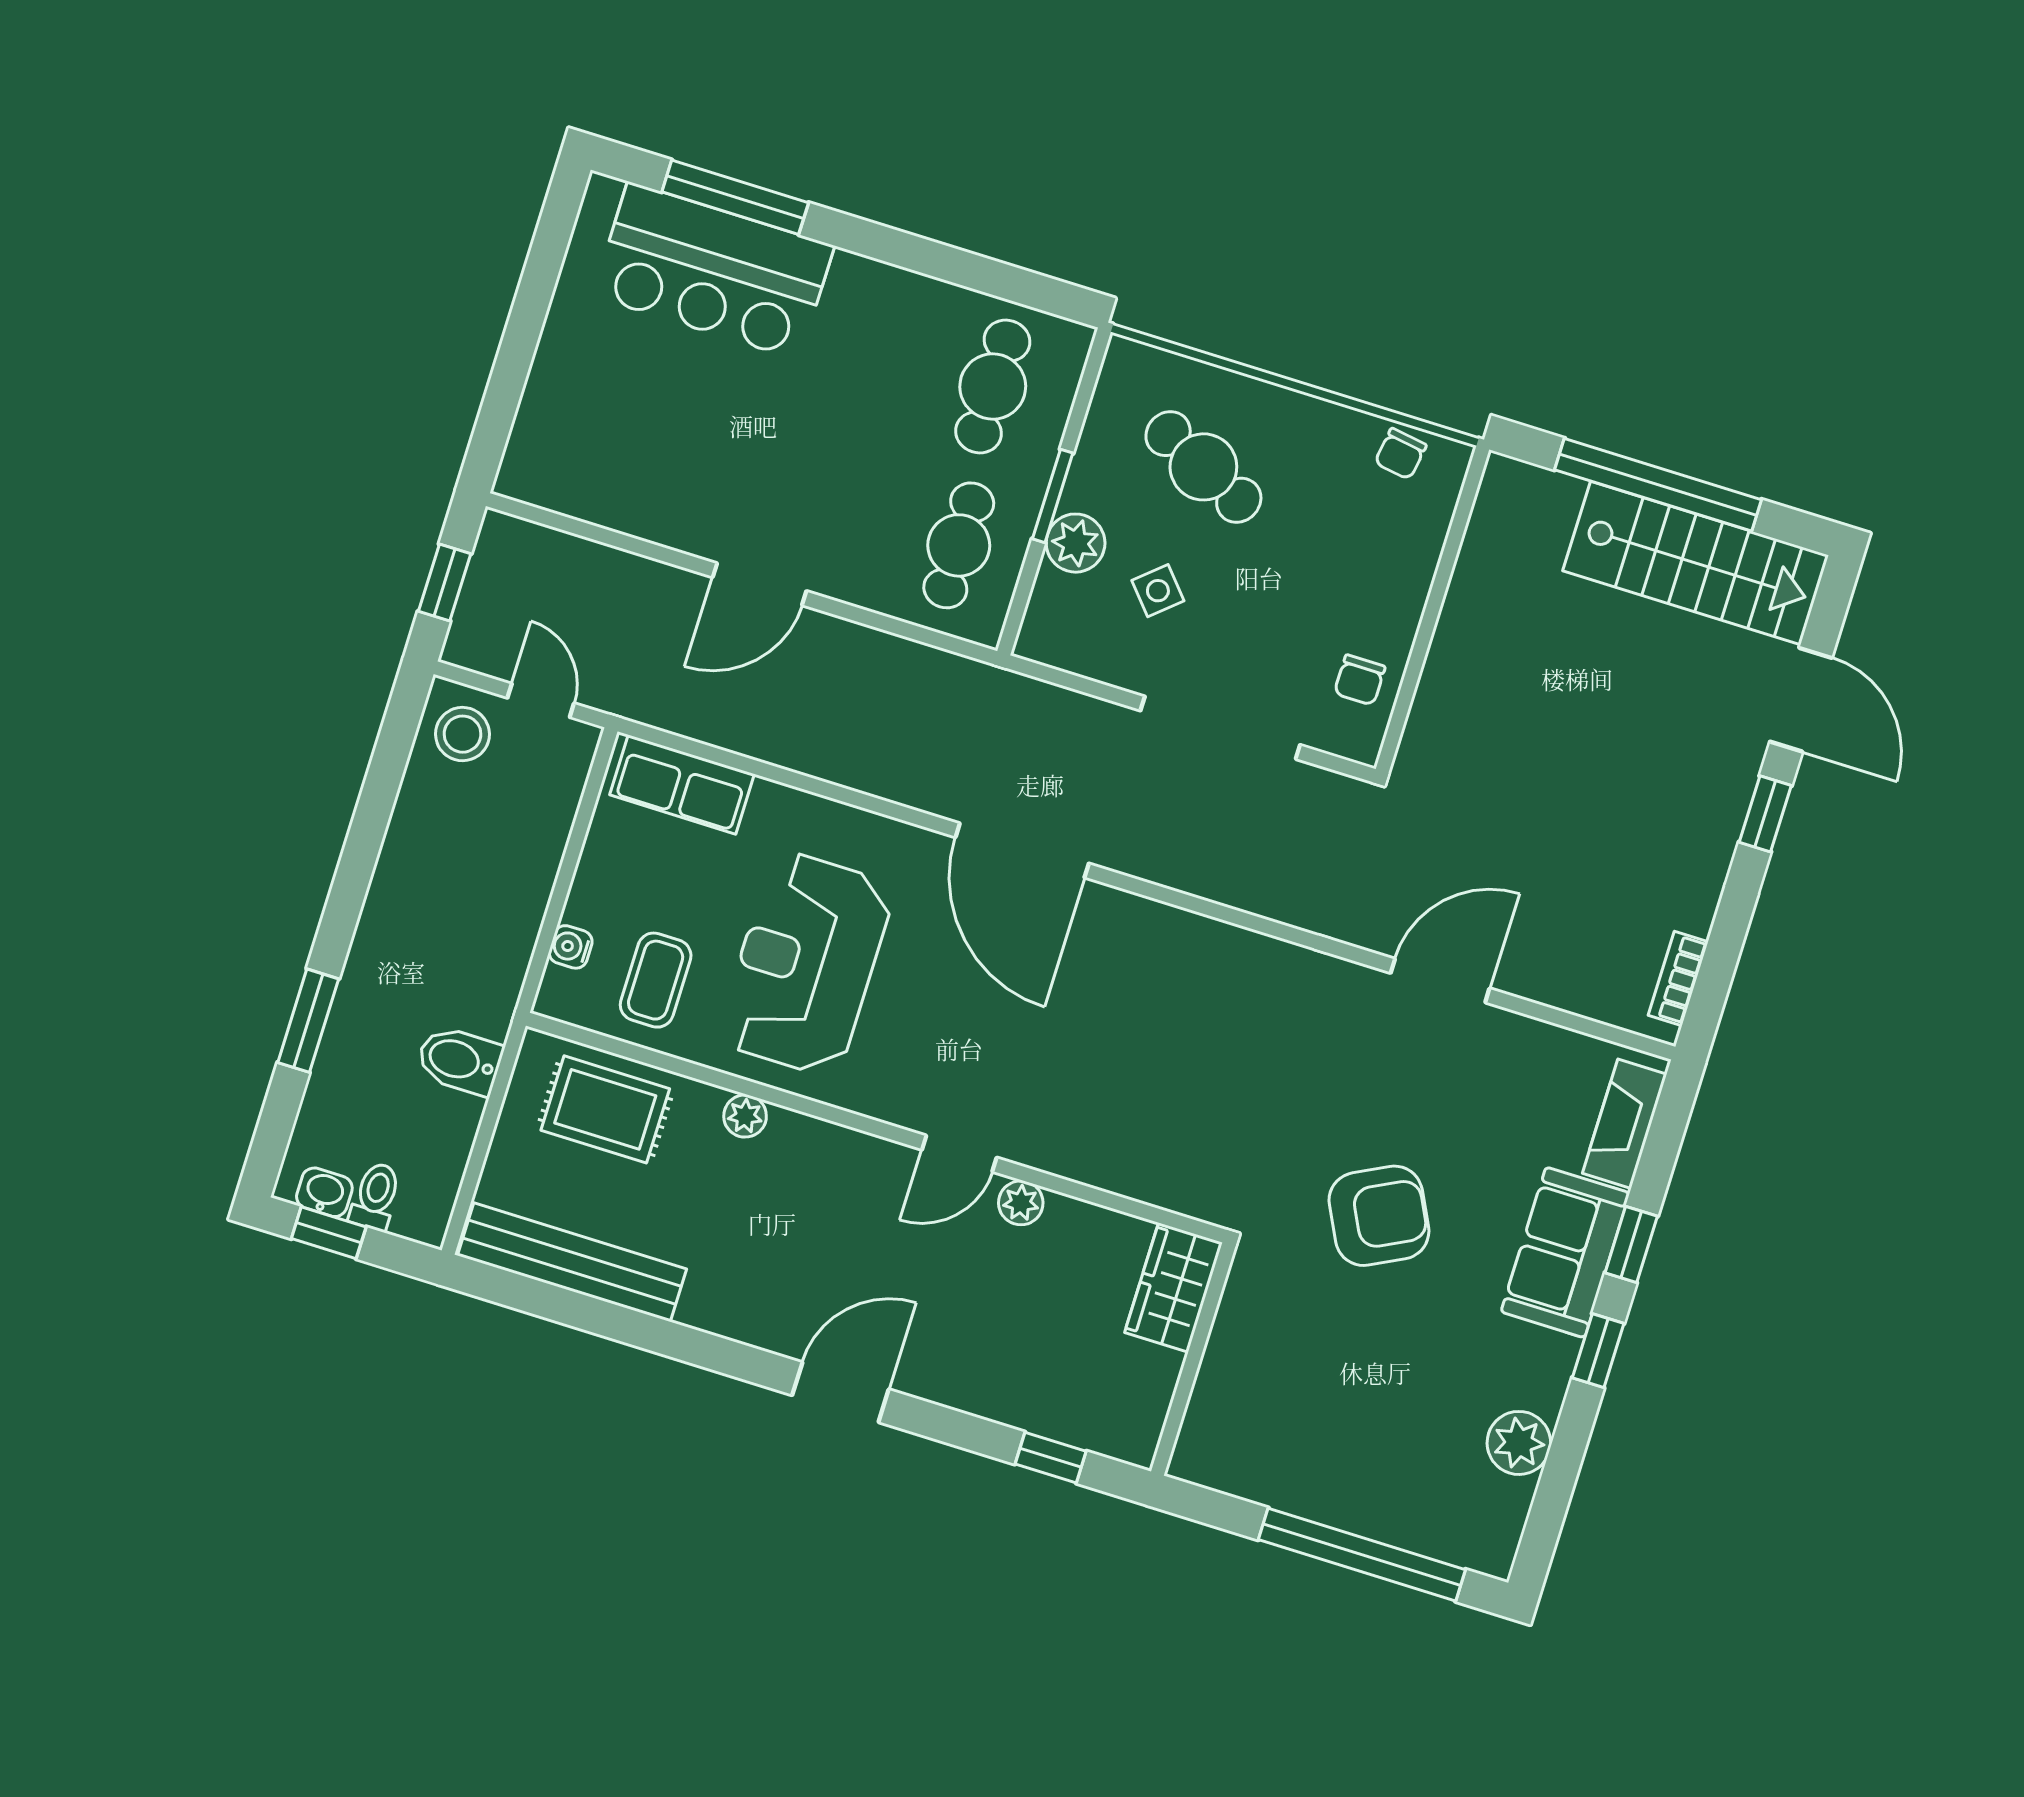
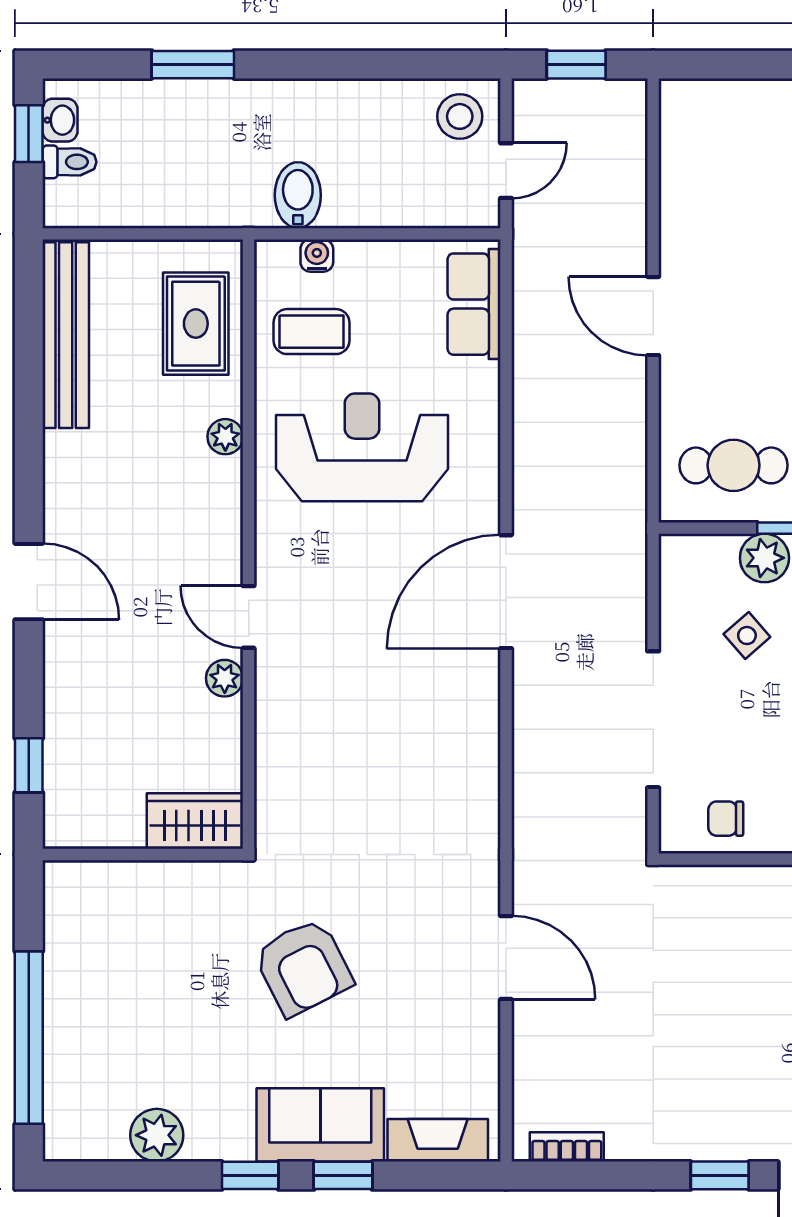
bidet: (460, 1060) -> (298, 195), moved

